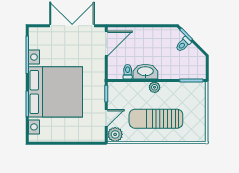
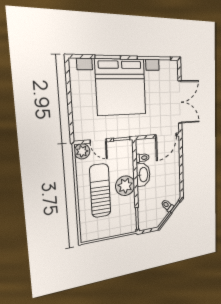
door: (106, 43) -> (166, 135), hinge flipped
plant: (155, 87) -> (125, 186), width x1.87, depth x1.87

